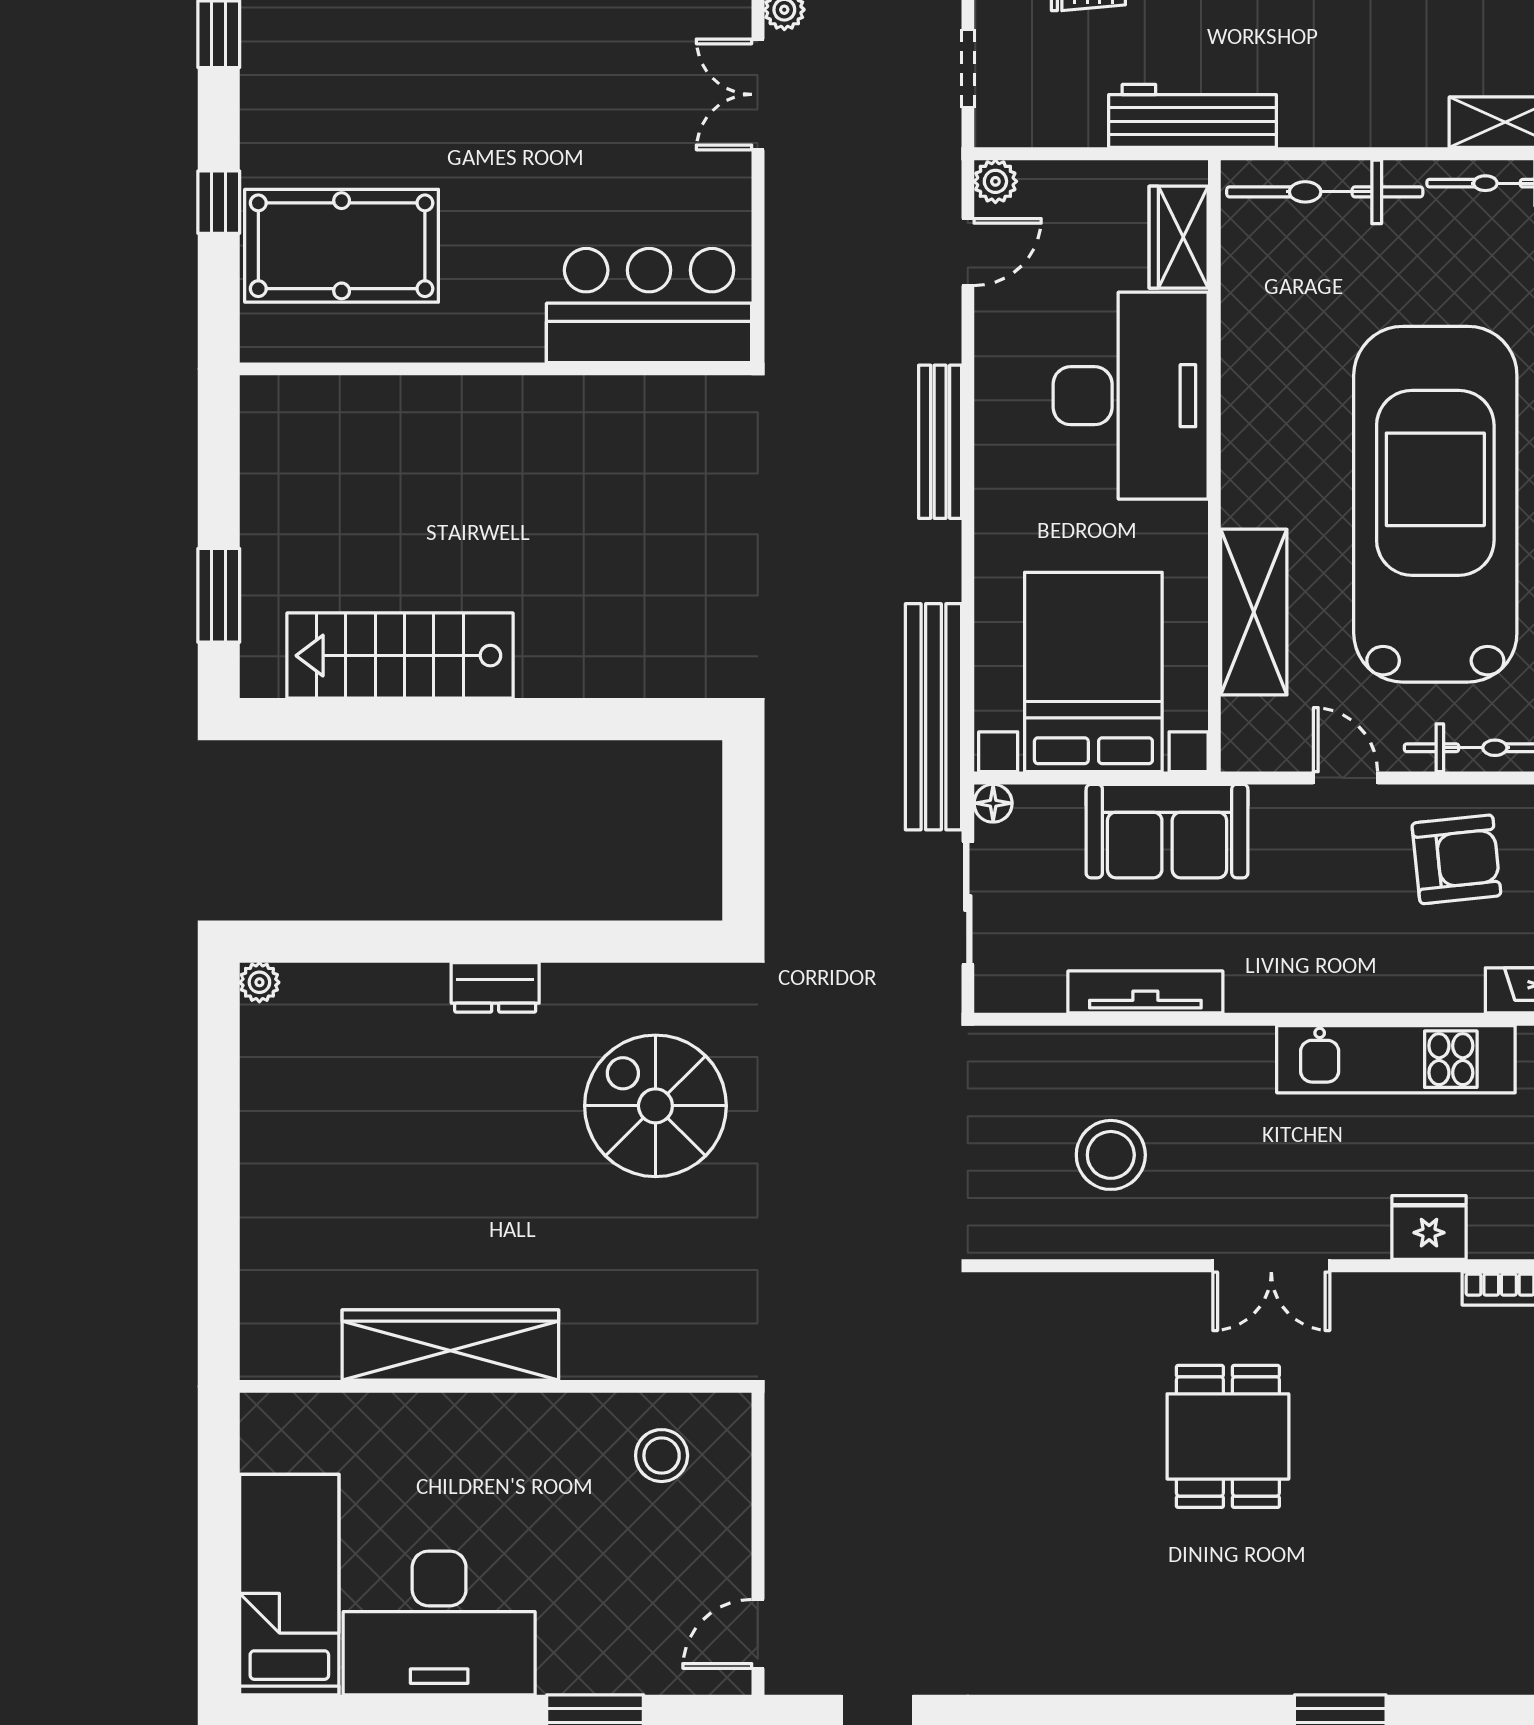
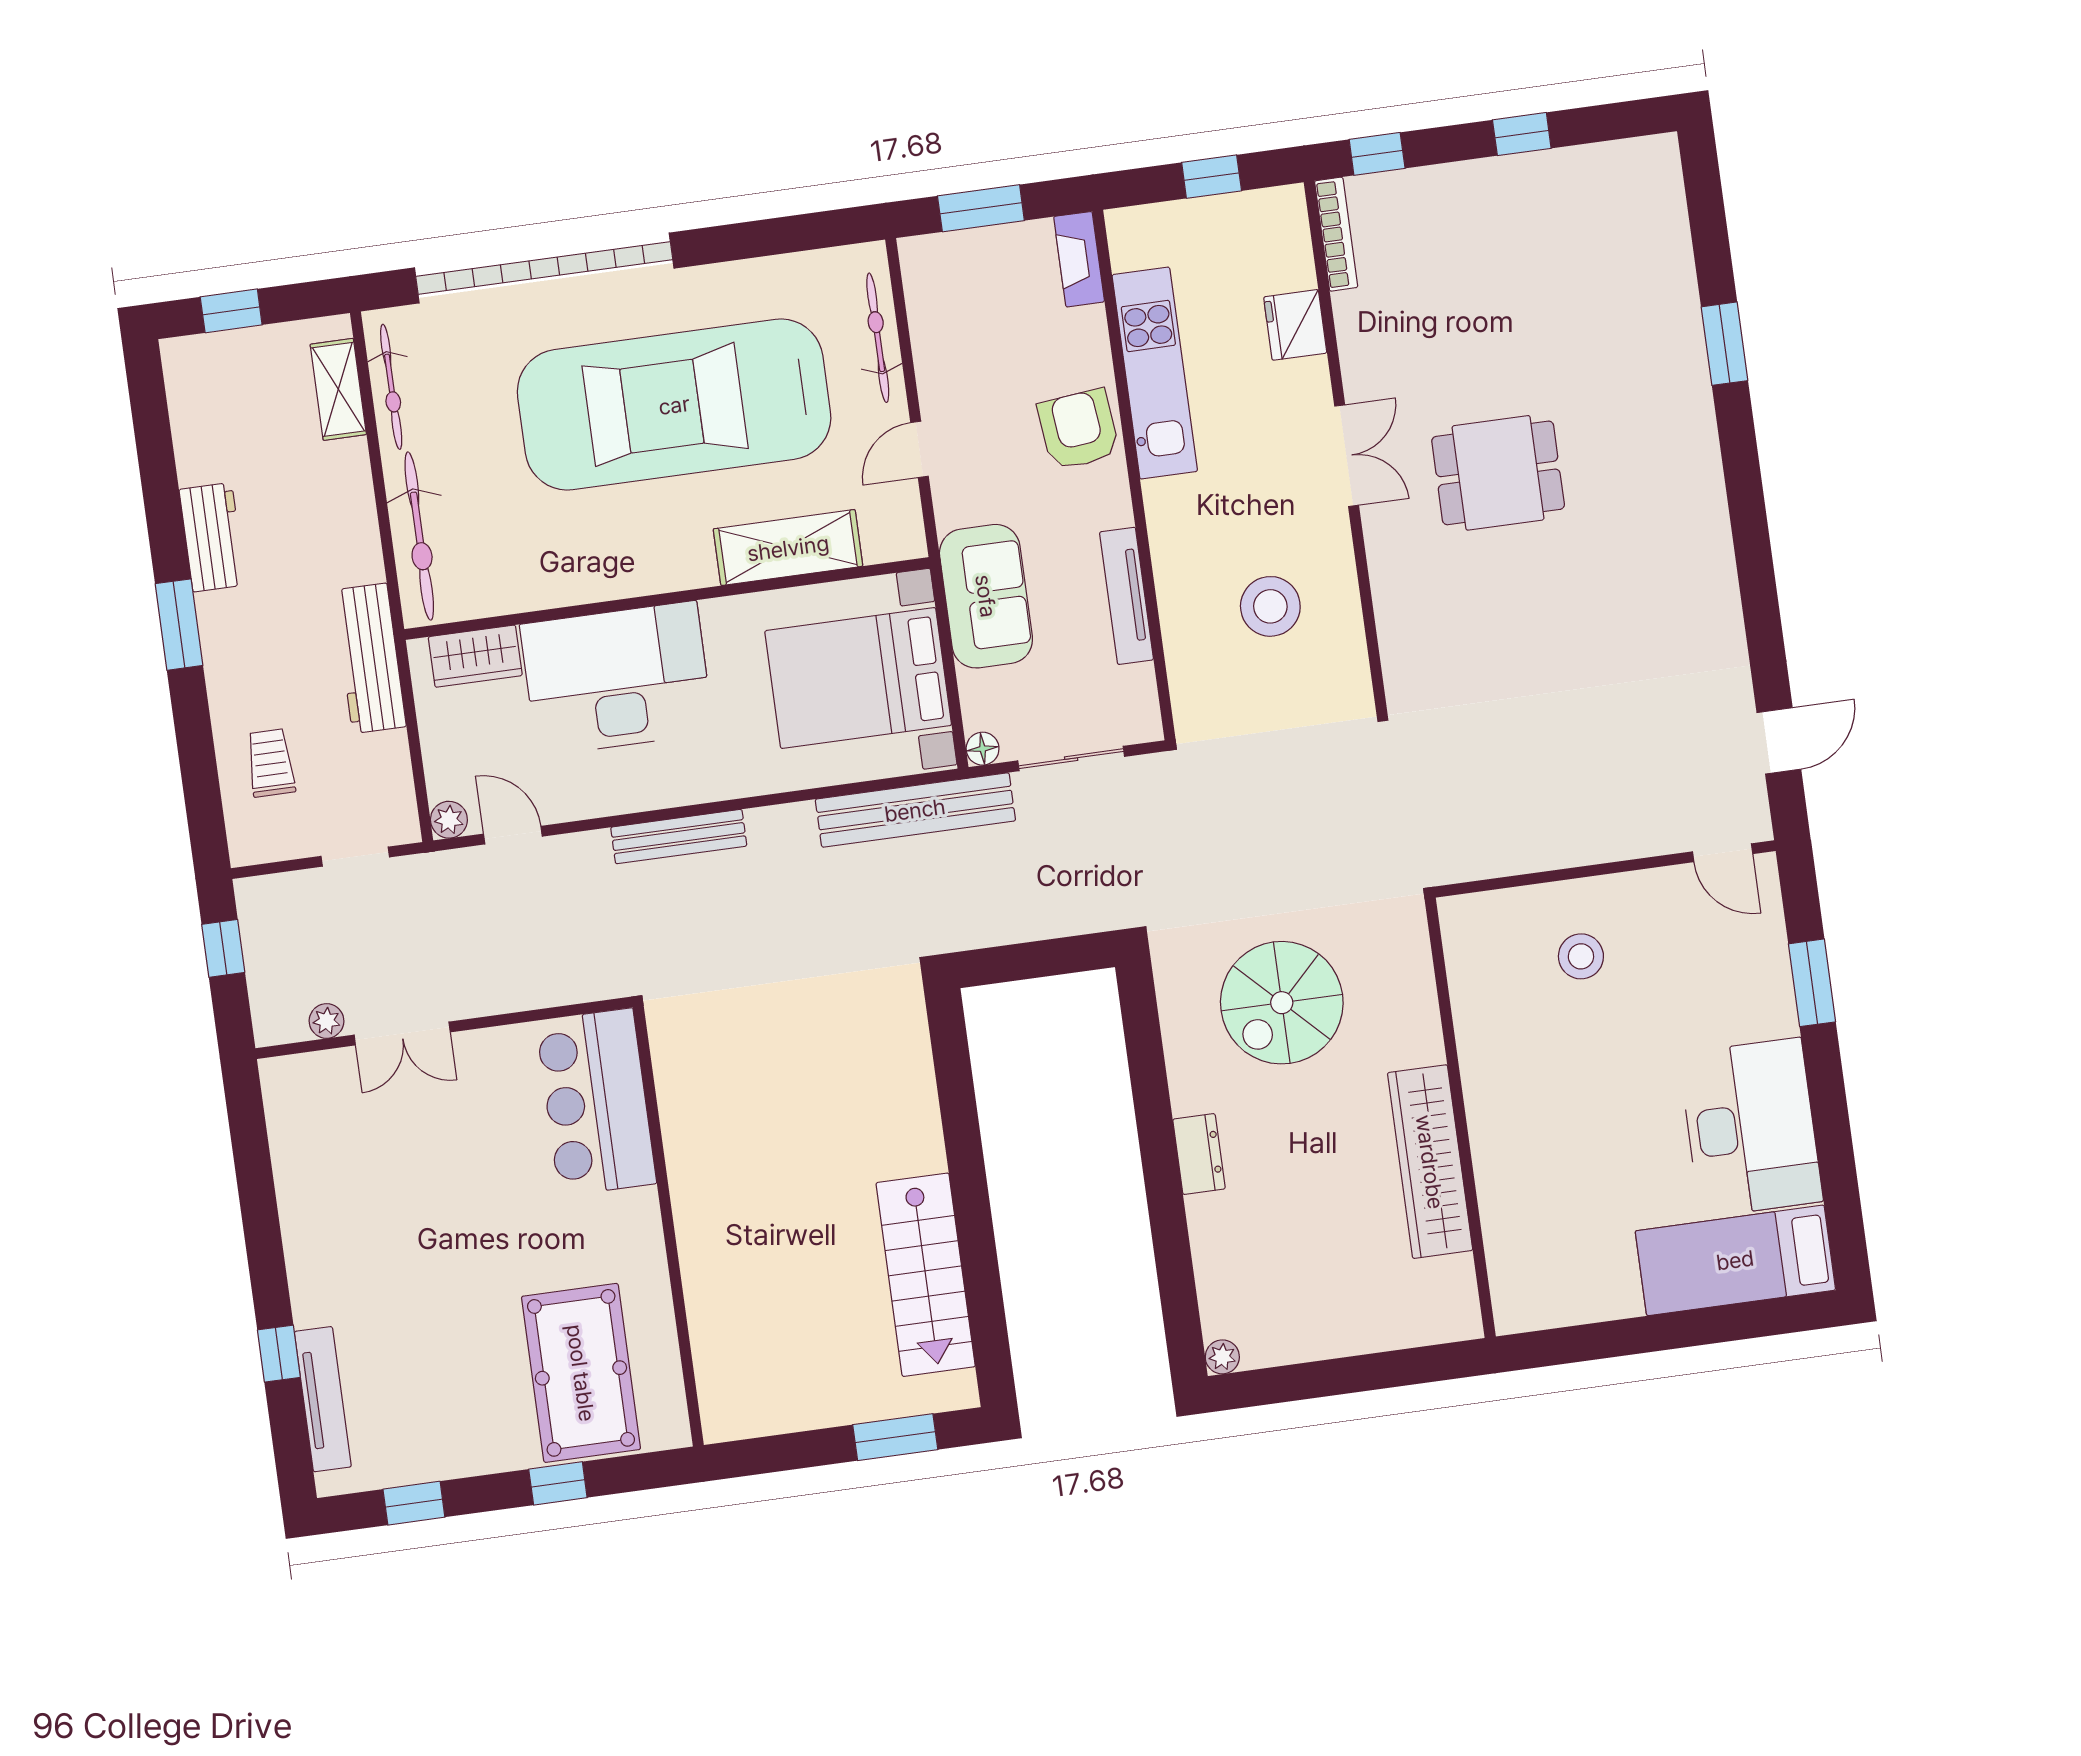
armchair: (1456, 859) -> (1079, 430), moved
wardrobe: (450, 1345) -> (1430, 1162), moved
wall: (496, 1386) -> (1460, 1118), moved

